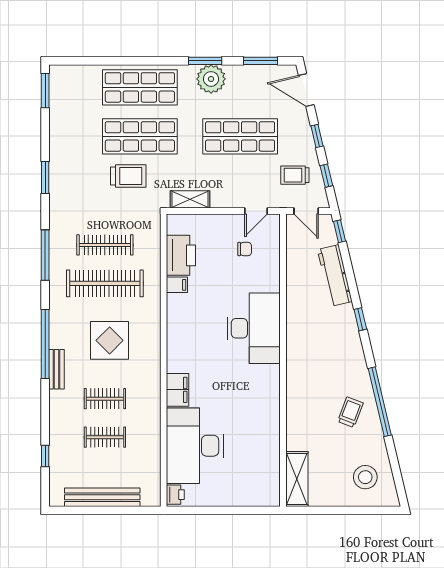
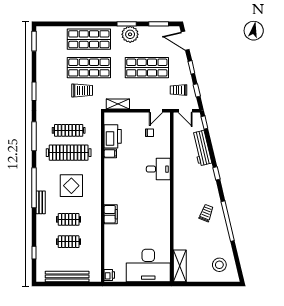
desk: (254, 328) -> (158, 169), width x0.53, depth x0.77
trolley: (350, 412) -> (206, 213), moved
desk: (195, 446) -> (148, 266), moved, turned -90

